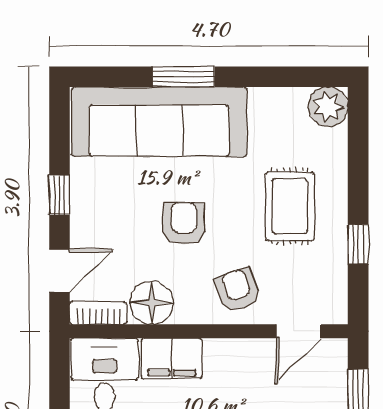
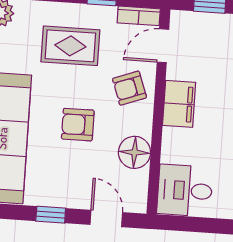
bookcase: (98, 313) -> (139, 16), moved, turned -90
door: (298, 331) -> (163, 46), swing flipped
filing cabinet: (172, 359) -> (179, 104), moved

